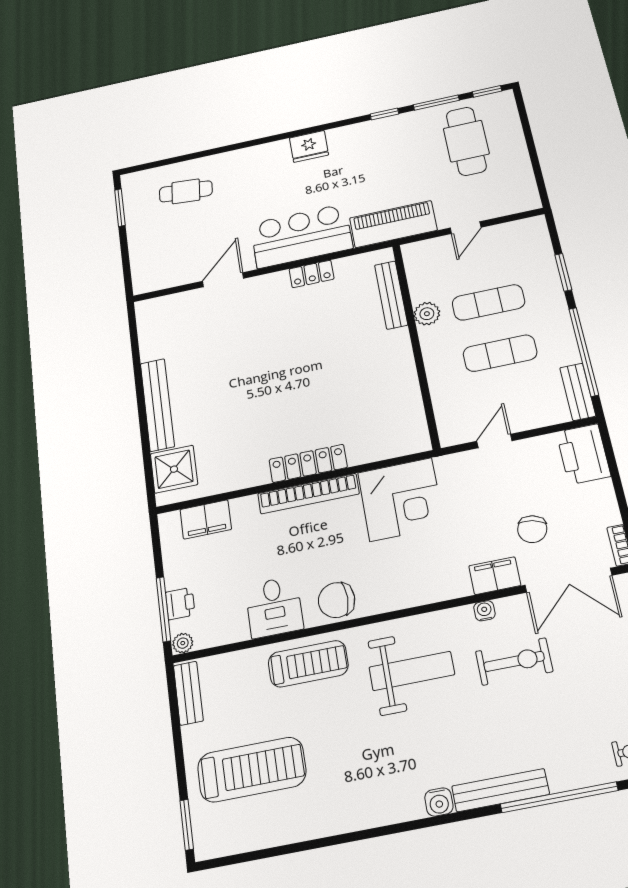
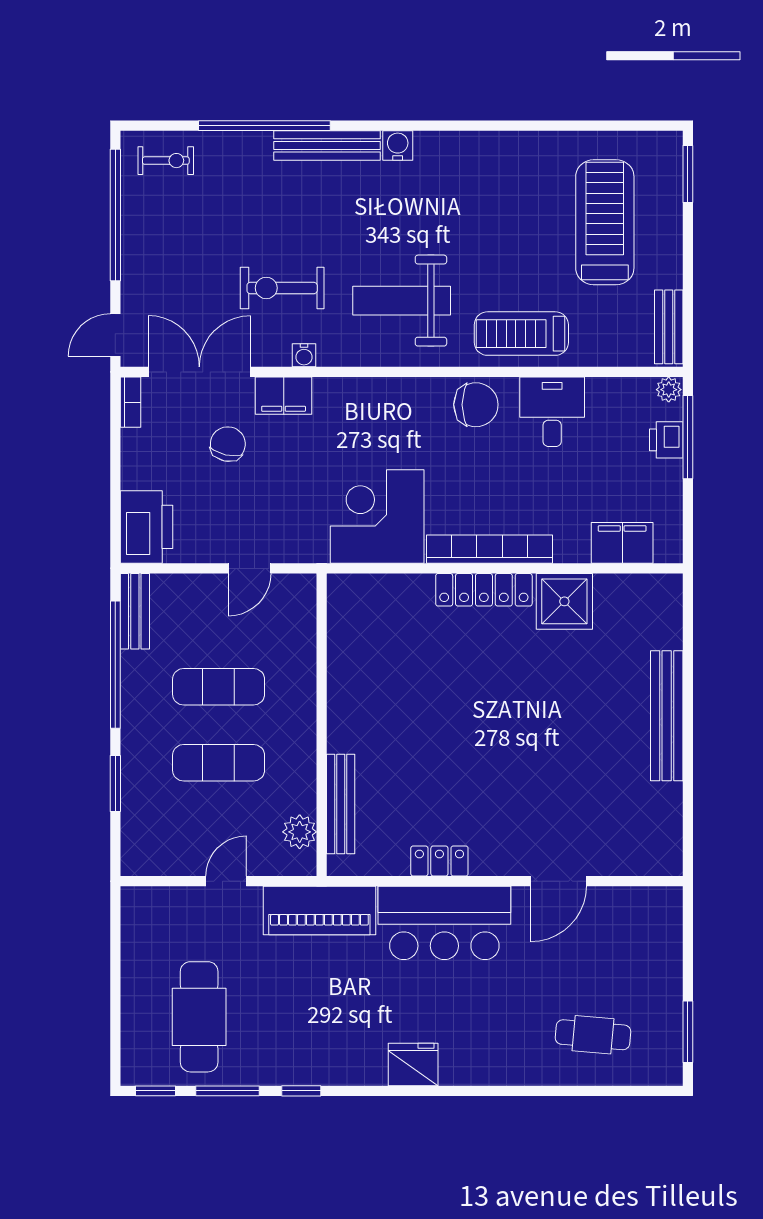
plant: (427, 314) -> (300, 832), moved
shower: (174, 469) -> (564, 601), moved
treadmill: (252, 770) -> (605, 222), turned 90

